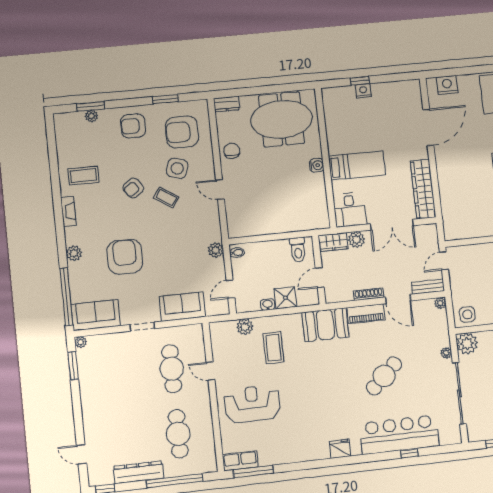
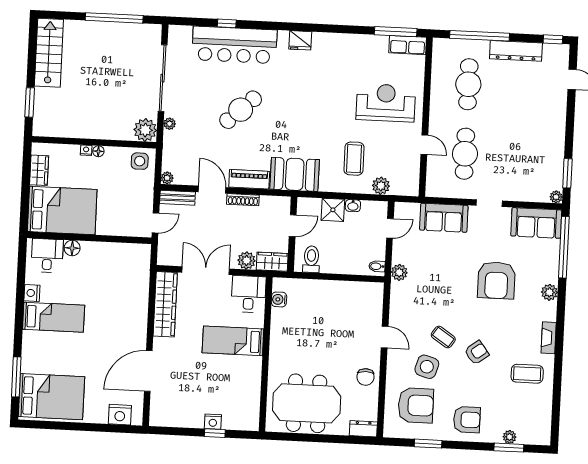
water cooler: (317, 165) -> (279, 299), moved
reception desk: (252, 404) -> (386, 103), turned 180

